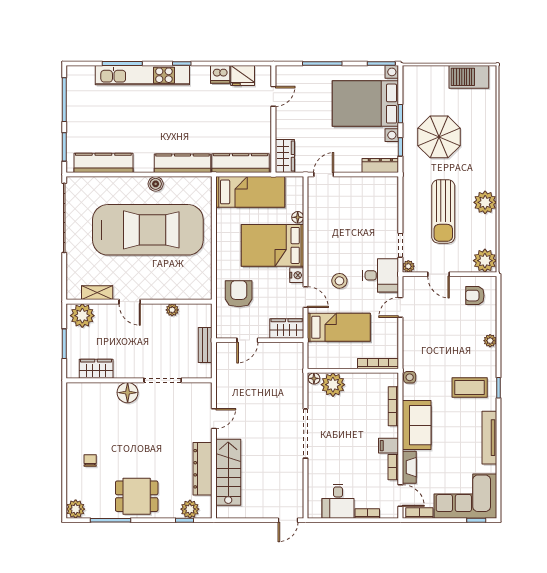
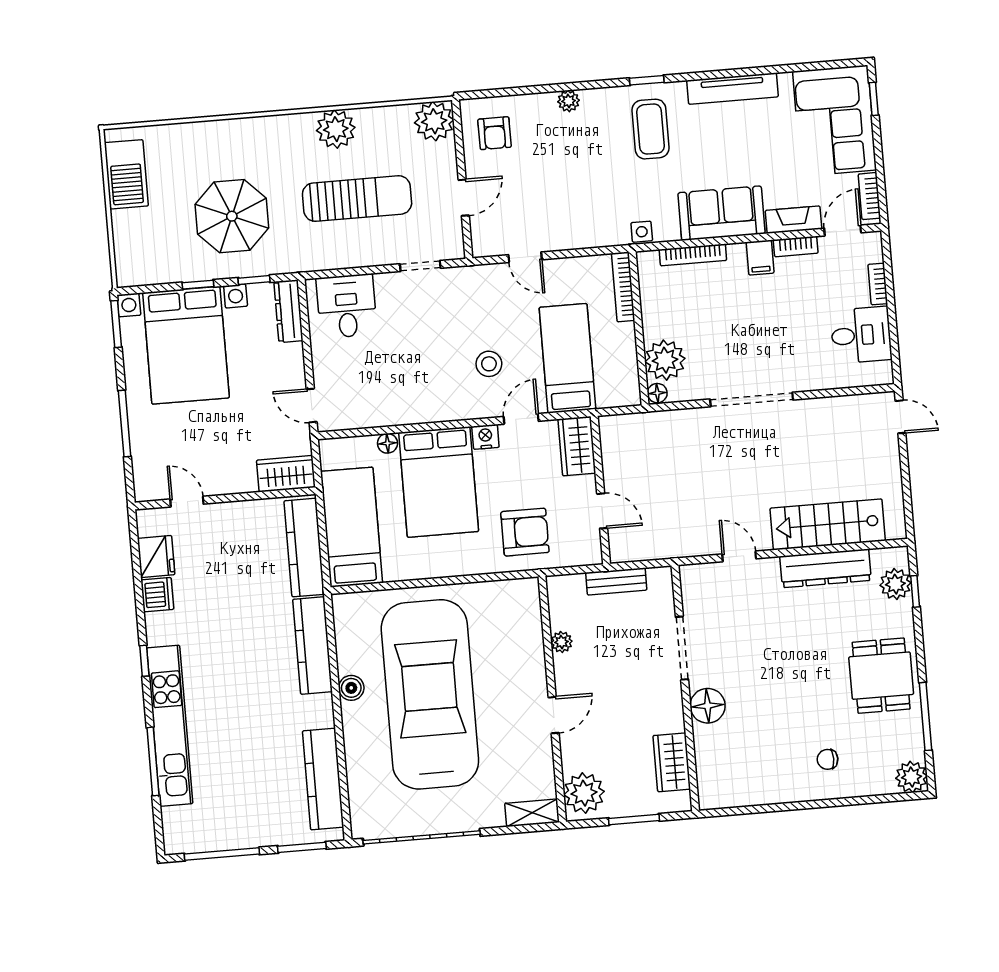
plant: (408, 266) -> (455, 250), removed
desk: (380, 275) -> (347, 306), moved
shelving: (97, 293) -> (532, 813), moved, turned 90
armchair: (239, 294) -> (525, 532), turned 180

